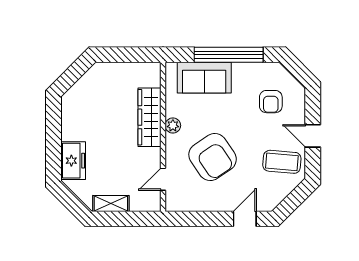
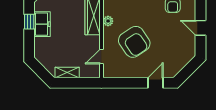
window: (53, 127) -> (29, 22), added
freezer: (73, 161) -> (42, 24), moved
coffee table: (282, 162) -> (180, 45), removed

